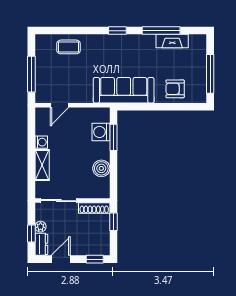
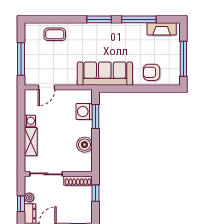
window: (117, 31) -> (99, 19), width x1.50
fireplace: (172, 41) -> (162, 29), moved

